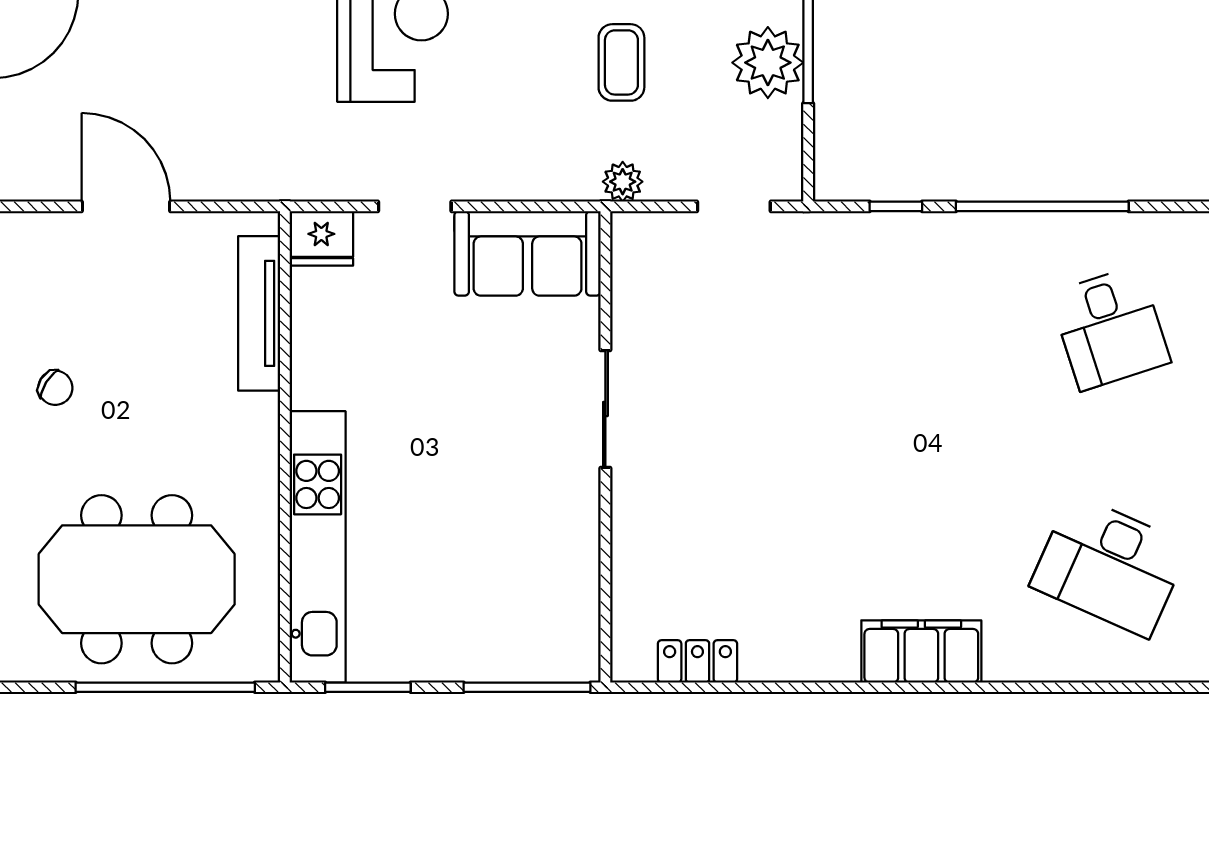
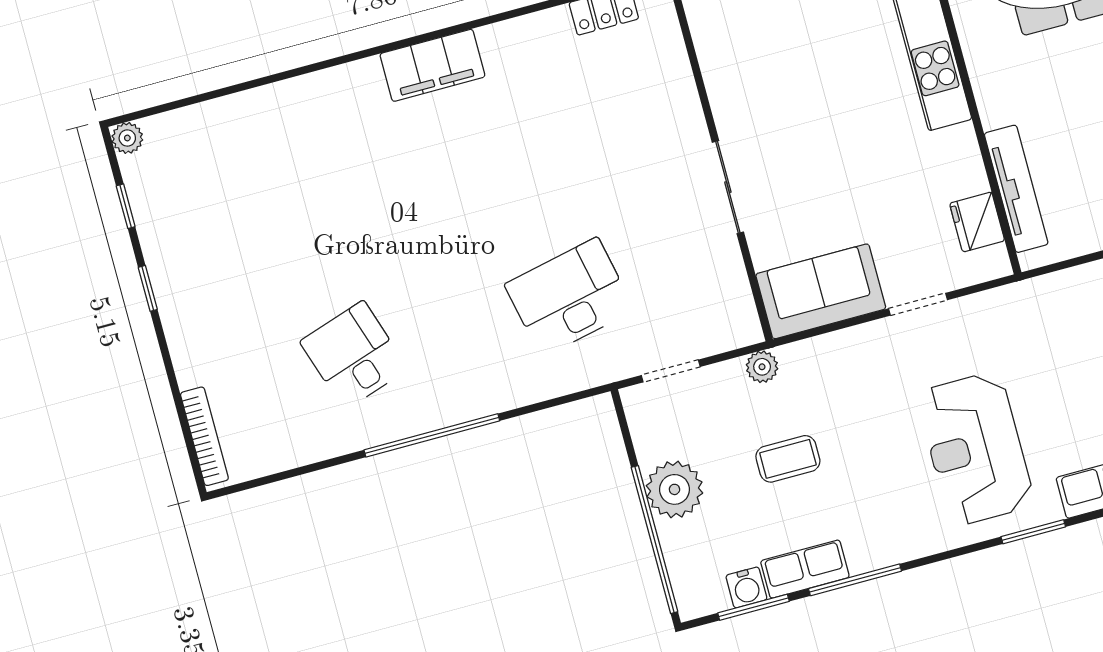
coffee table: (621, 62) -> (788, 459), turned 90
window: (896, 206) -> (545, 405), removed
fridge: (321, 238) -> (977, 222), moved, turned -90
desk: (1110, 566) -> (569, 297), moved, turned -36

